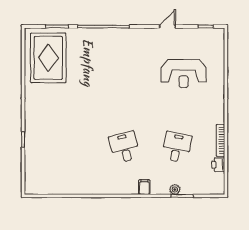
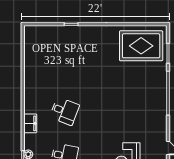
desk: (124, 147) -> (65, 111), turned 36
filing cabinet: (144, 187) -> (30, 123), width x2.00

